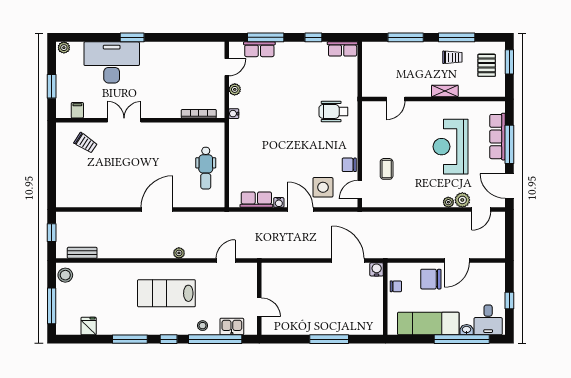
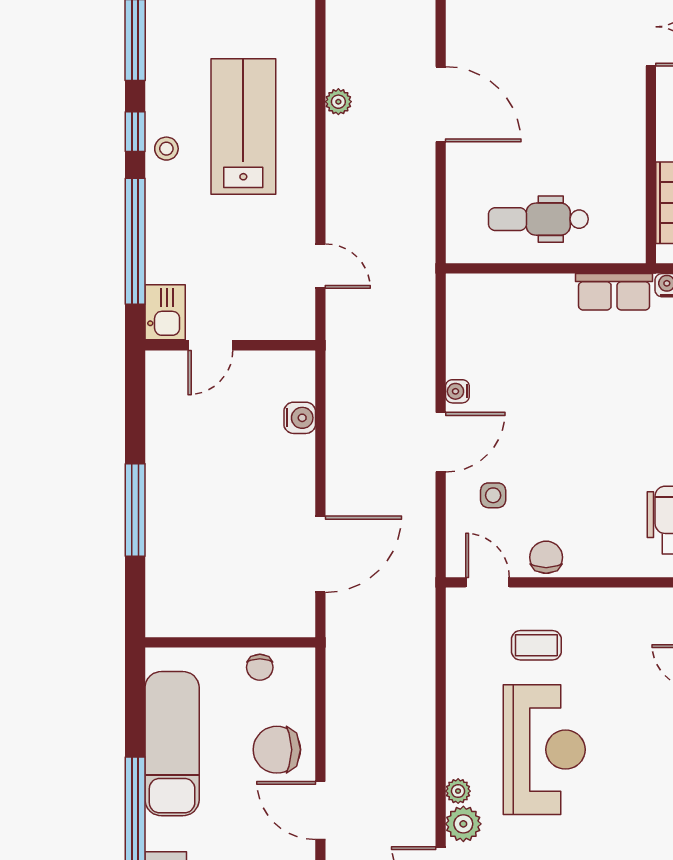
reception desk: (451, 147) -> (544, 750), moved, turned 90
side table: (323, 187) -> (493, 495), width x0.54, depth x0.54
row of seats: (256, 200) -> (614, 292), moved, turned 90
plant: (179, 253) -> (338, 102), moved
water cooler: (377, 269) -> (300, 418), moved
chair: (431, 279) -> (277, 750), turned -90
stool: (203, 326) -> (166, 149), moved
kitchen sink: (232, 326) -> (165, 312), moved
washbasin: (467, 330) -> (157, 834), removed

